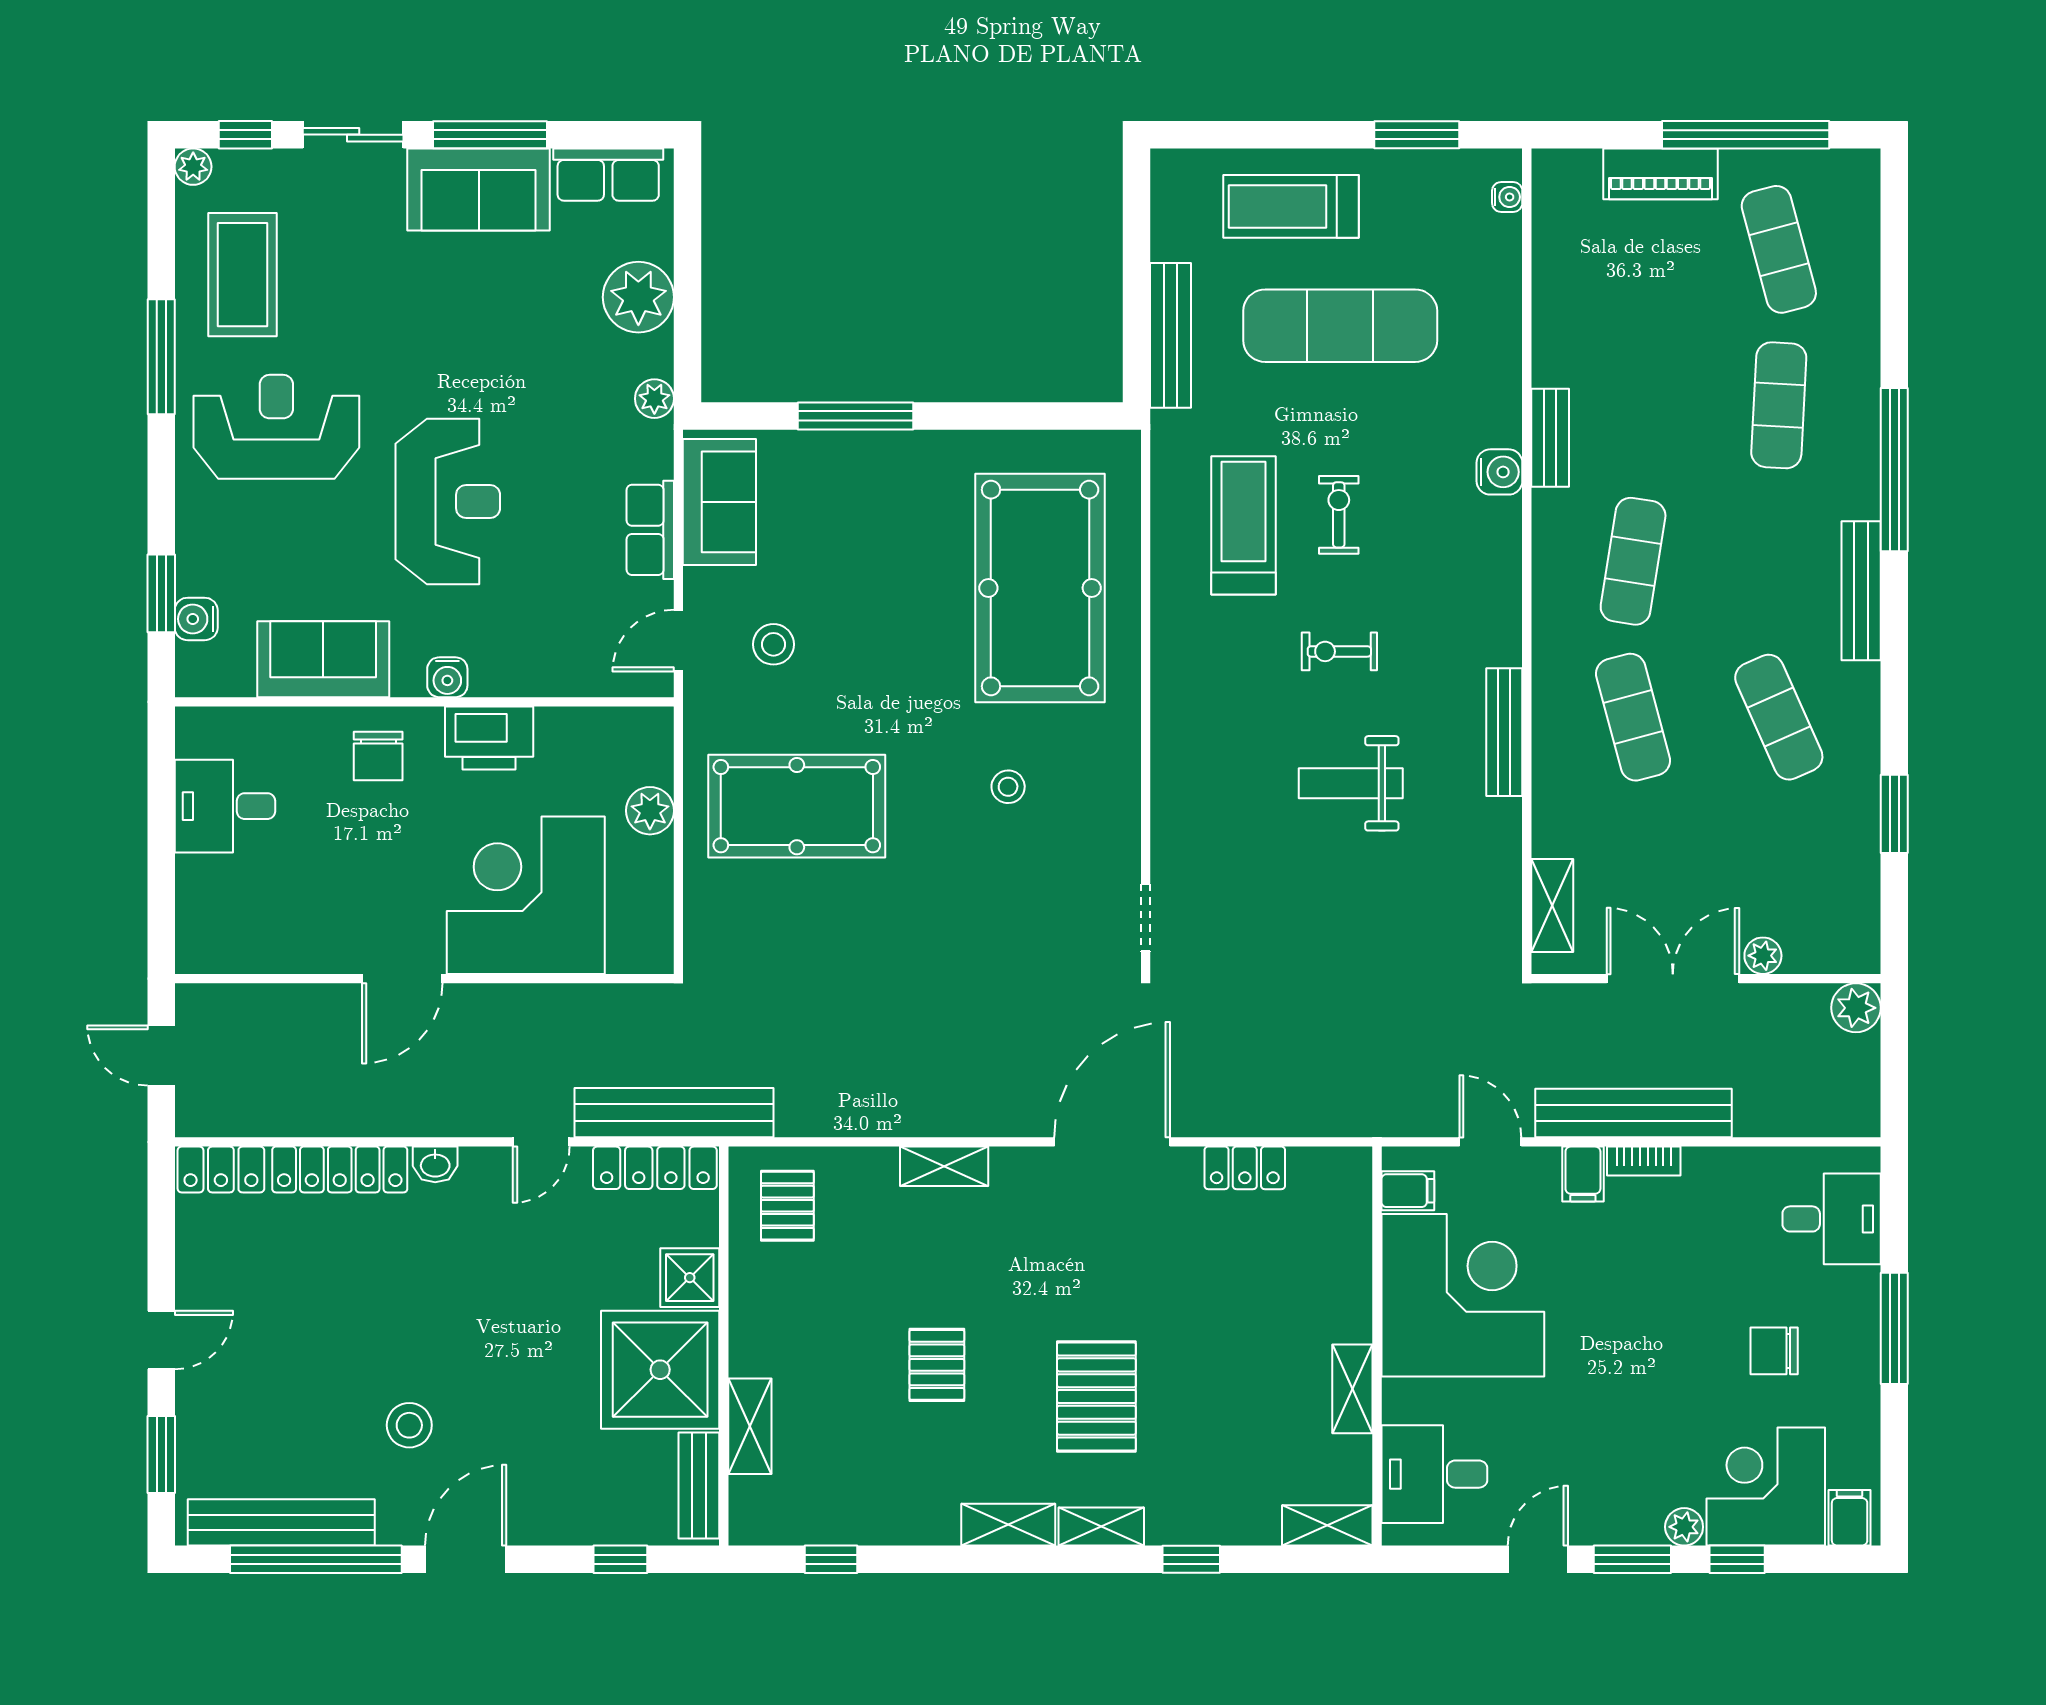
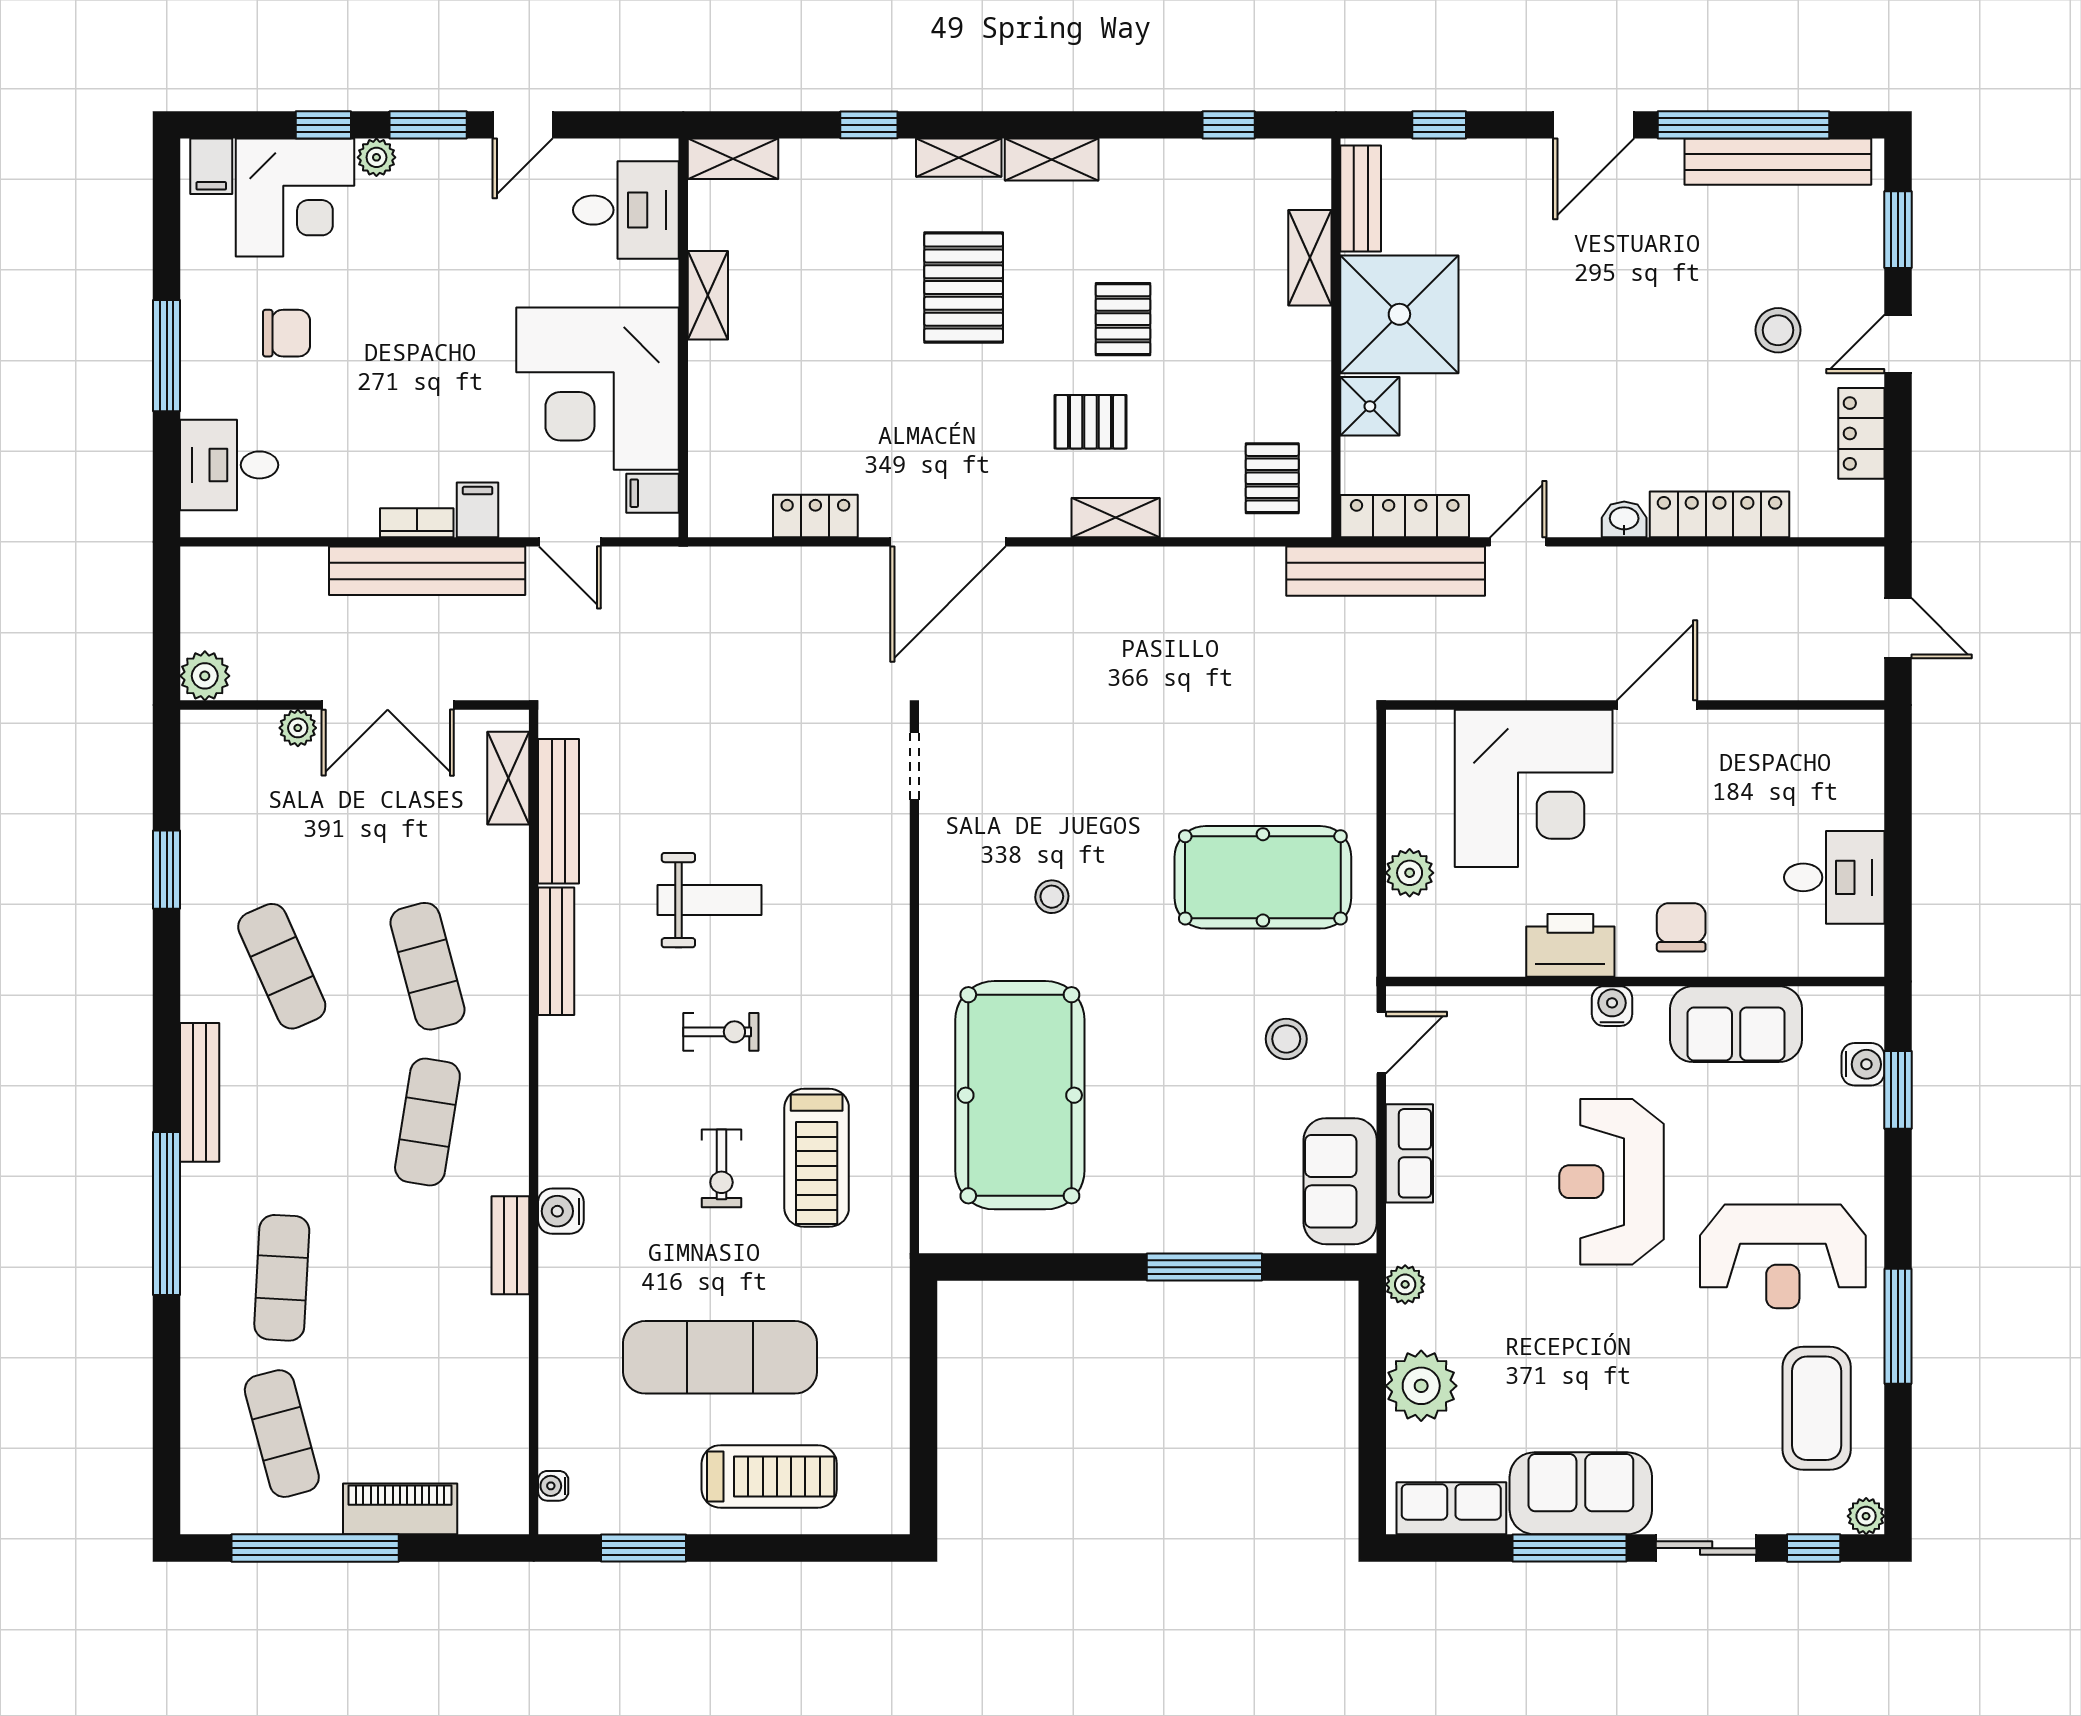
bench: (1170, 335) -> (558, 811), moved
locker: (221, 1169) -> (1861, 433), moved, turned -90
pallet: (969, 1262) -> (1091, 422), added
stool: (409, 1425) -> (1778, 330), moved

